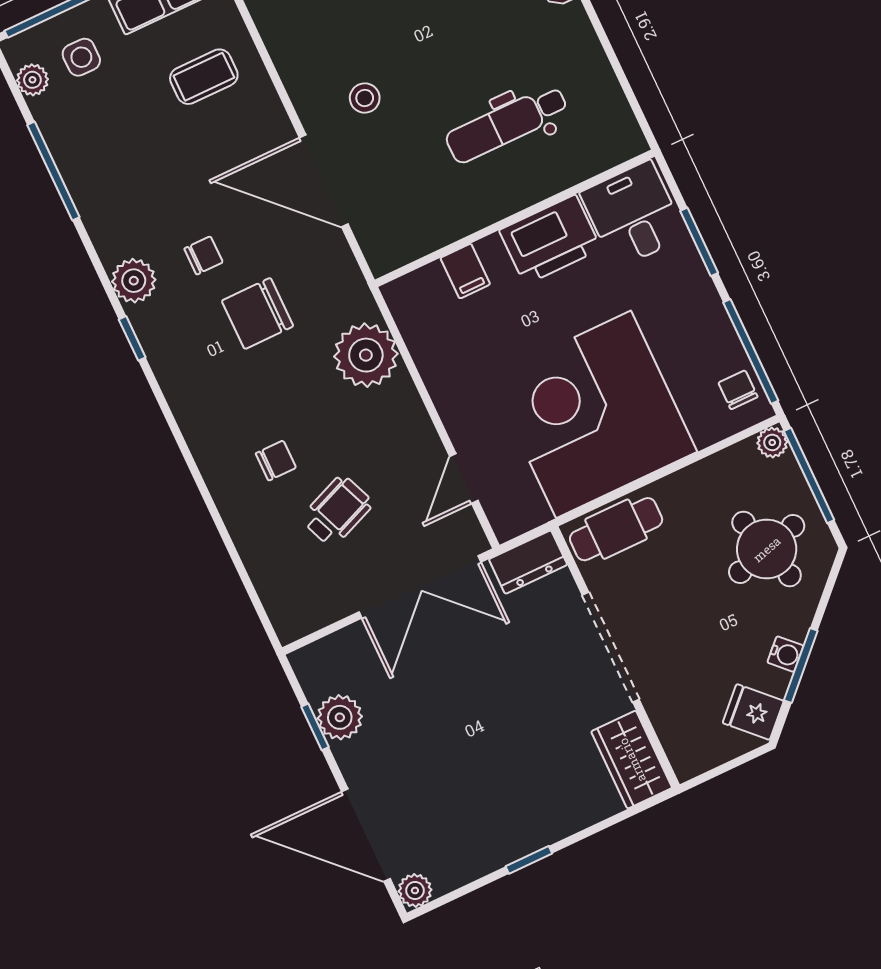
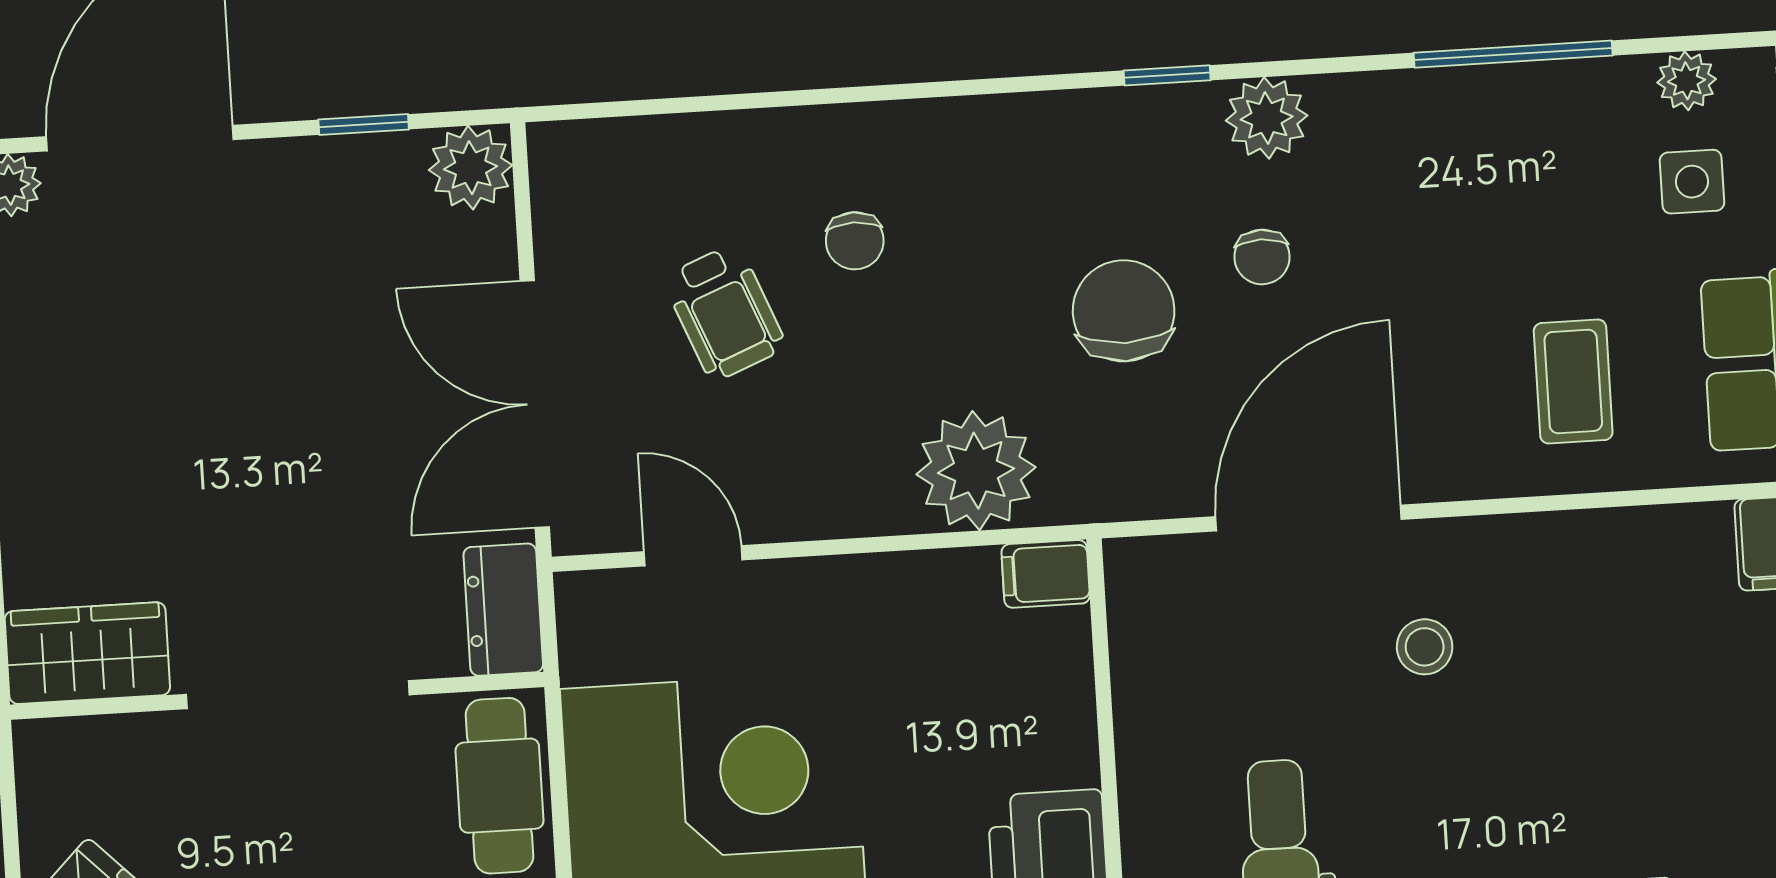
filing cabinet: (465, 271) -> (1046, 574), moved
plant: (340, 717) -> (471, 168), moved

